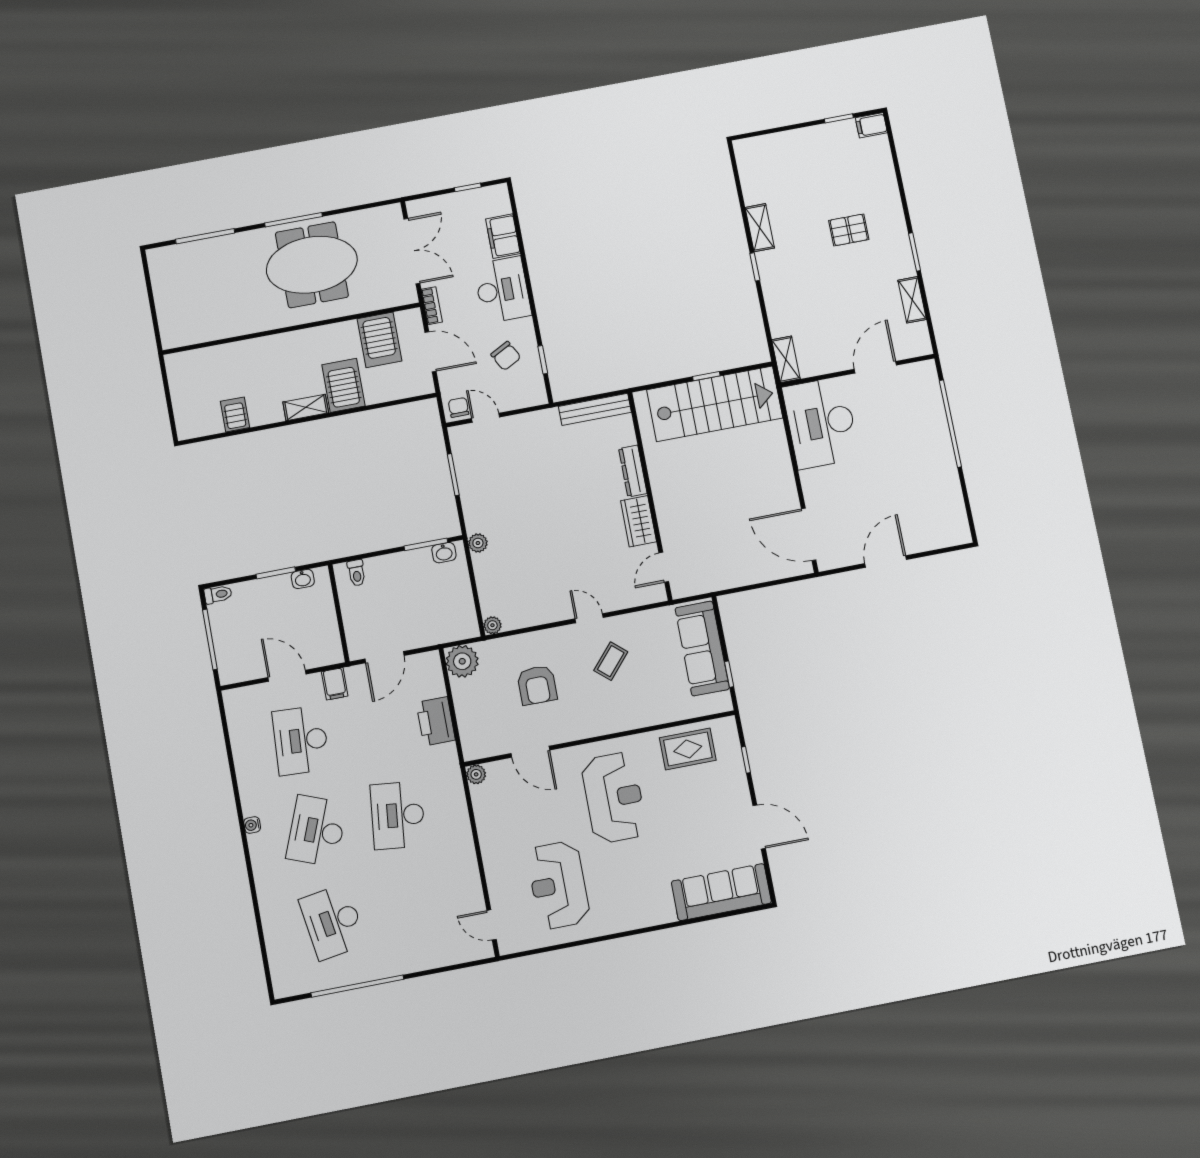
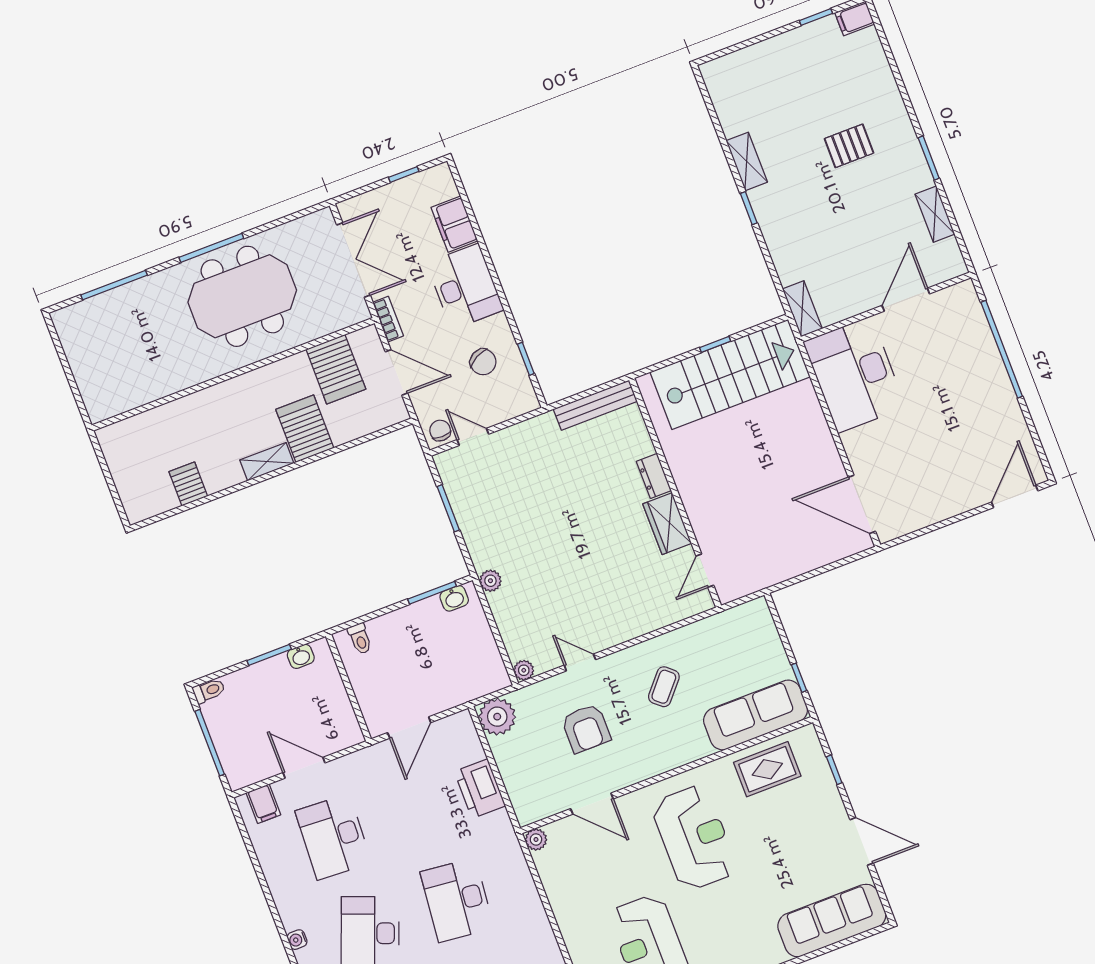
dresser: (633, 471) -> (654, 476), width x0.70
door: (886, 562) -> (1015, 496), moved
door: (589, 618) -> (580, 662), moved
sofa: (702, 648) -> (756, 715), moved, turned 90
filing cabinet: (335, 684) -> (263, 804), moved

